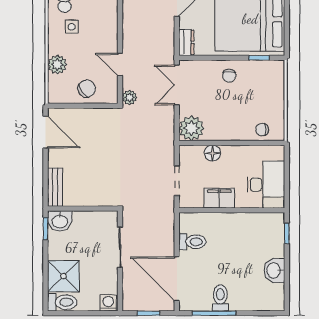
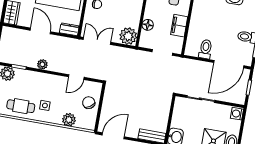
double door: (177, 85) -> (97, 41), swing flipped
plant: (130, 97) -> (42, 64), moved

